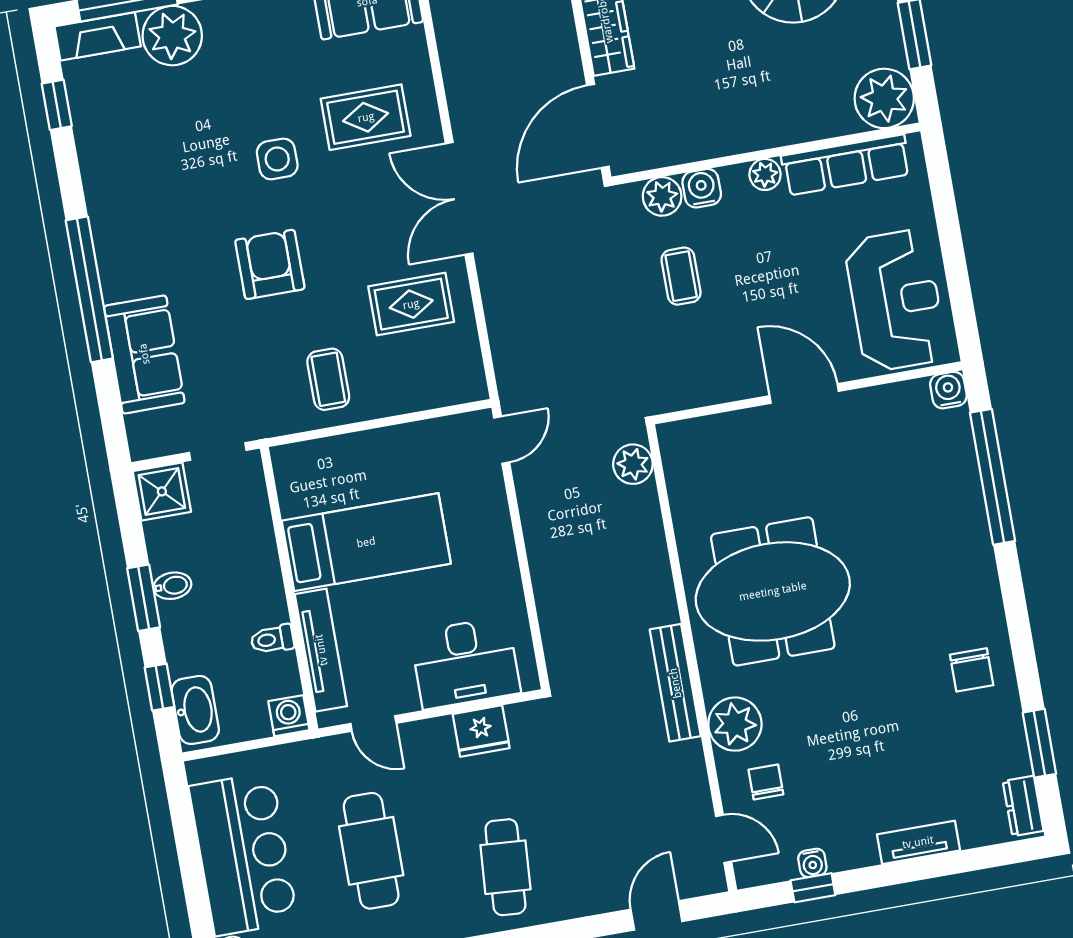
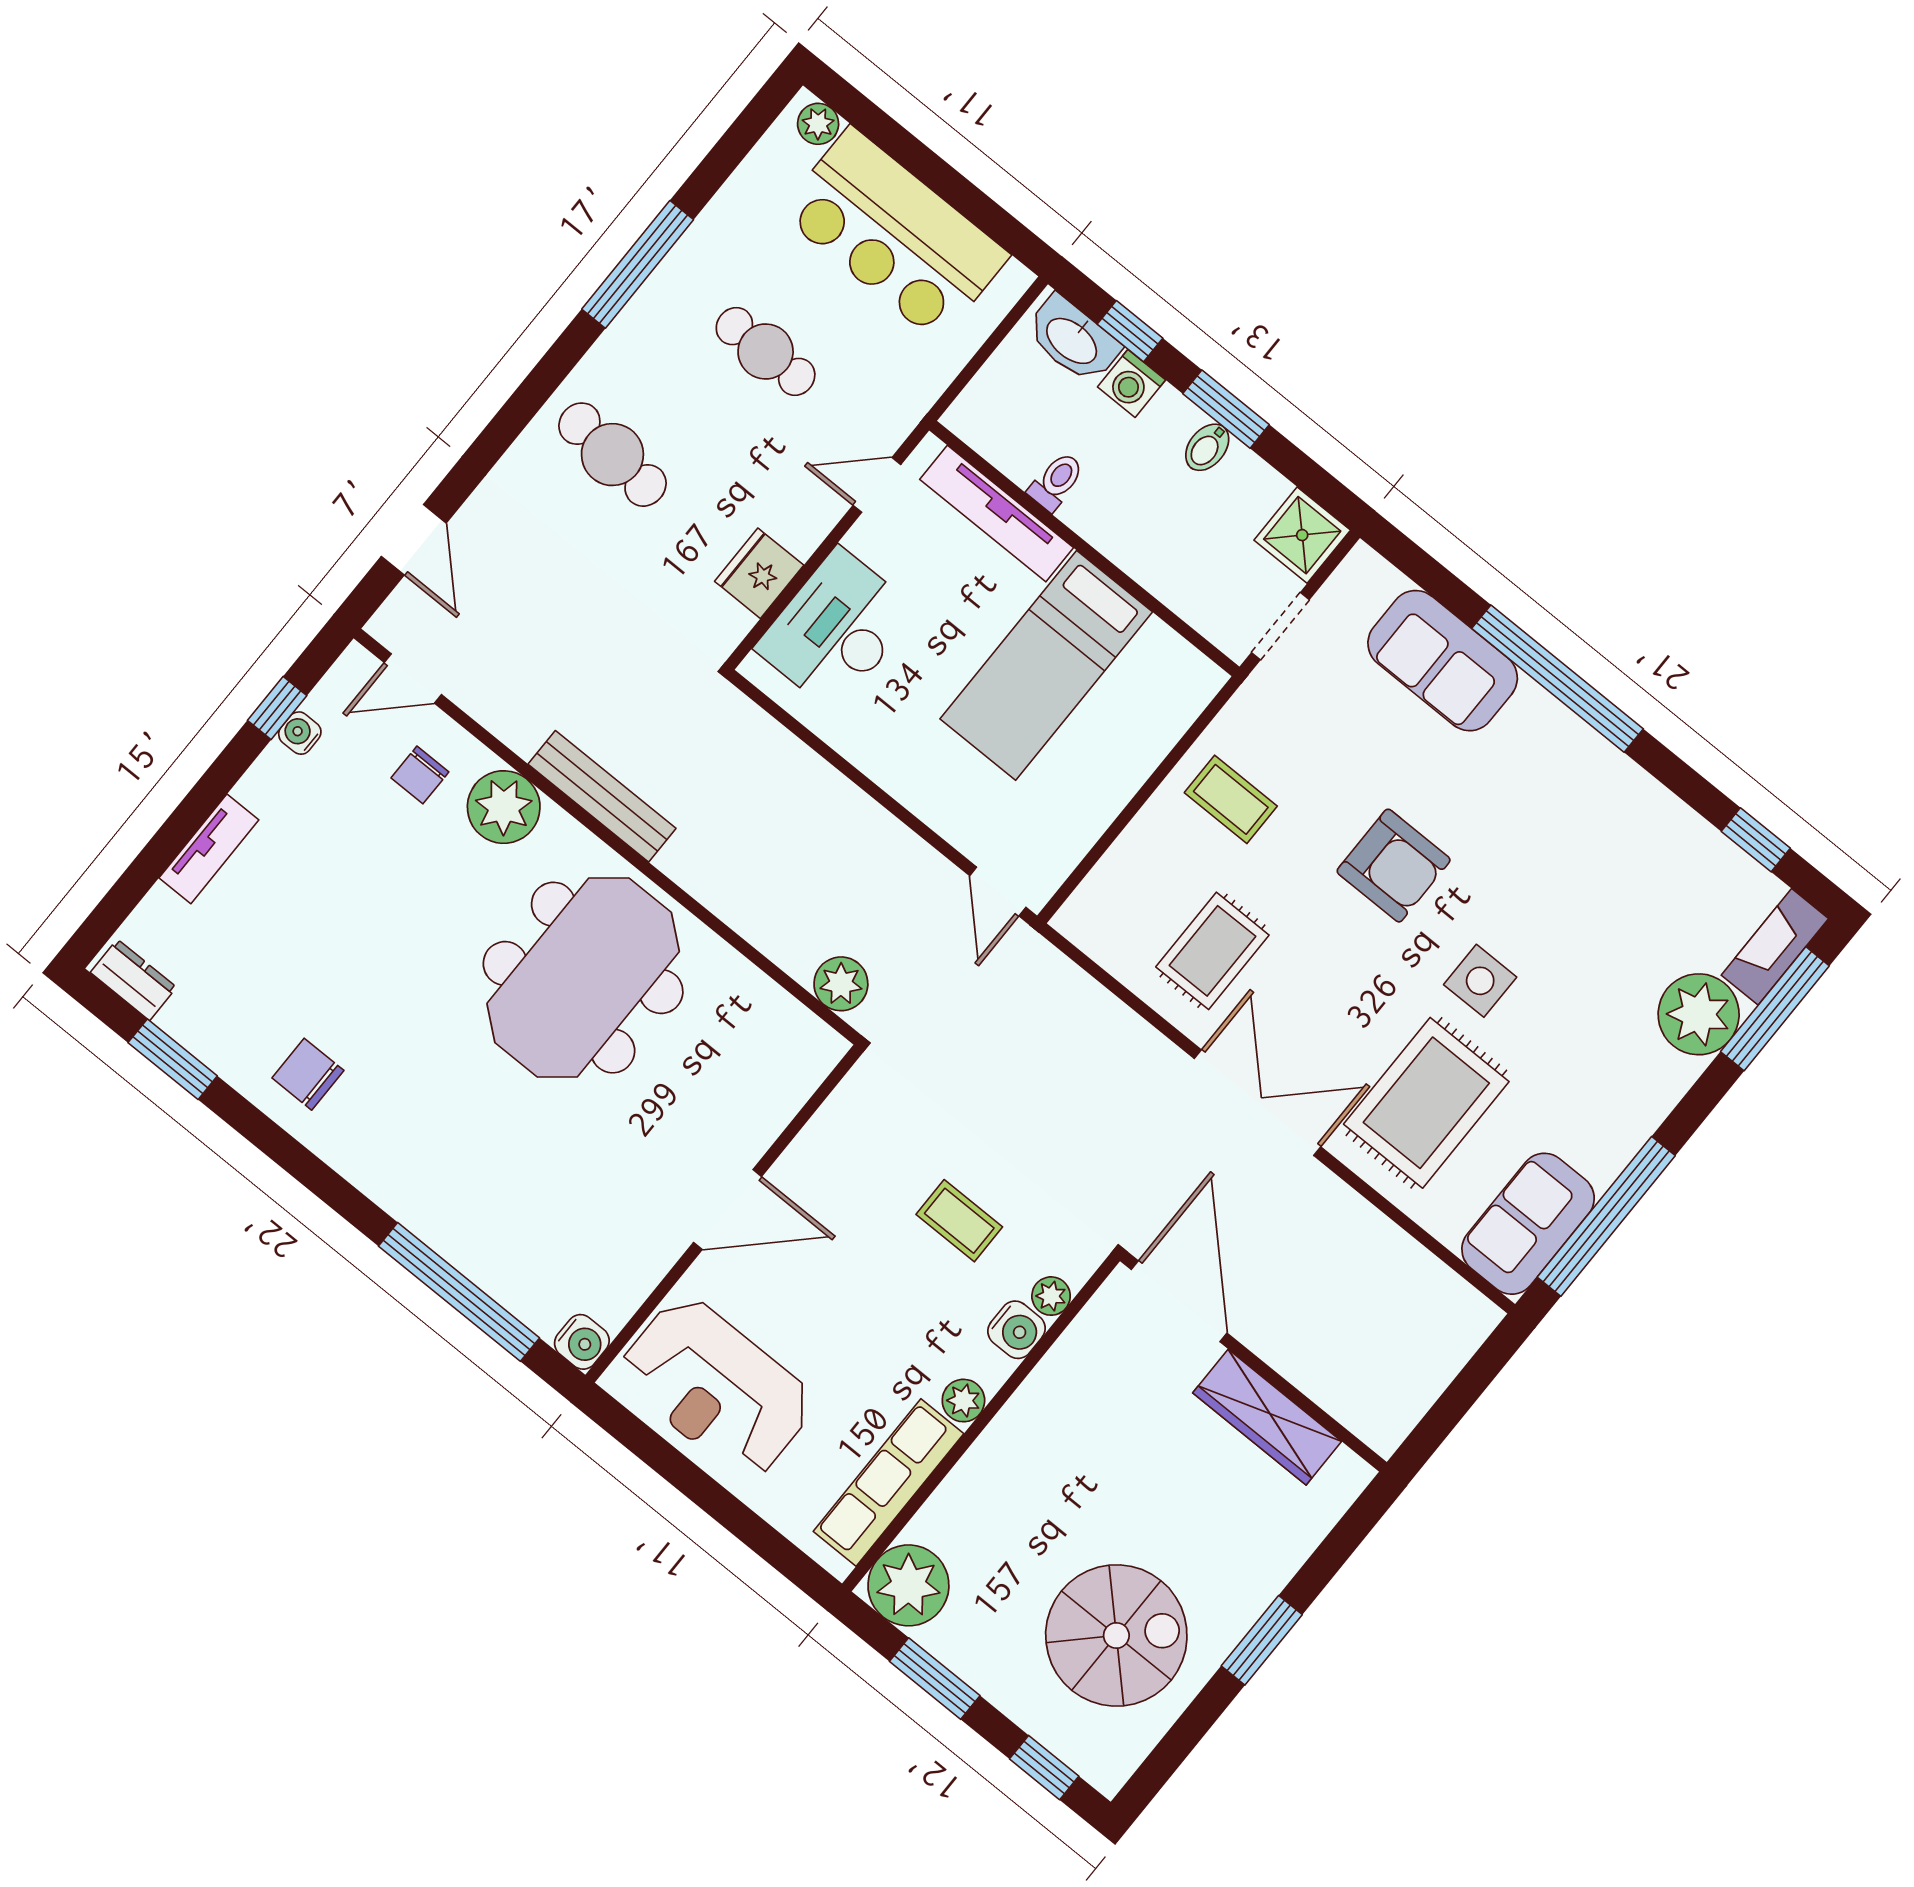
rug: (366, 117) -> (1426, 1103), width x1.36, depth x1.43
plant: (662, 196) -> (1051, 1296), width x0.73, depth x0.73
washing machine: (289, 716) -> (1132, 383), moved, turned 90
chair: (766, 782) -> (420, 775), turned 90
cafe table: (371, 851) -> (766, 351), width x0.73, depth x0.74

